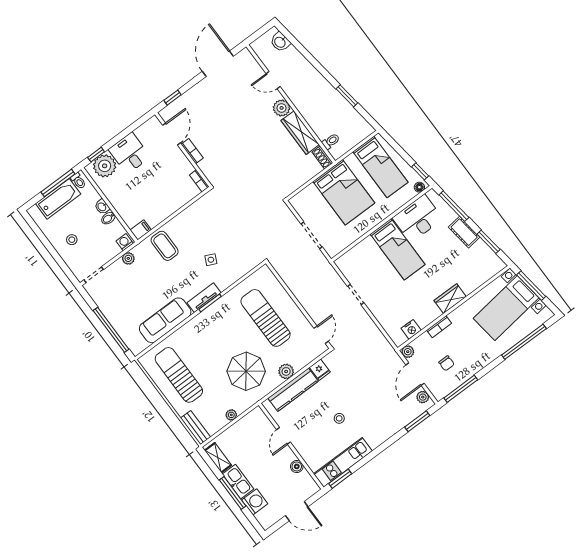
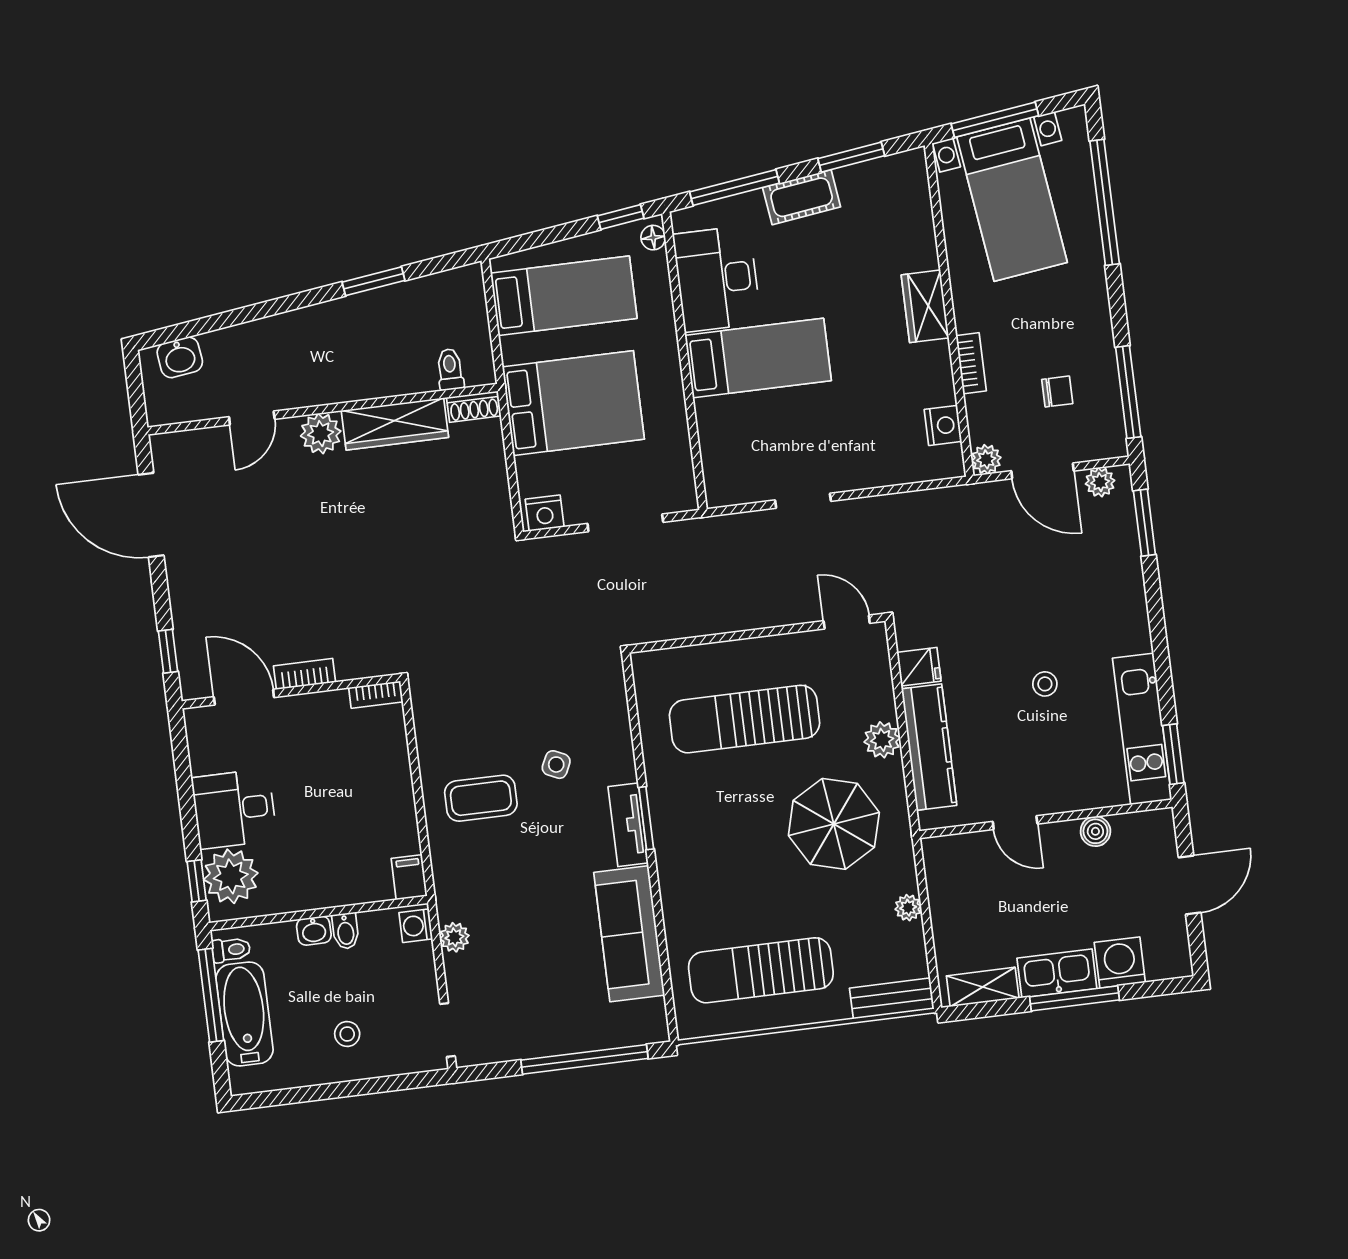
nightstand: (299, 204) -> (545, 513), added
coffee table: (165, 246) -> (481, 798), moved

